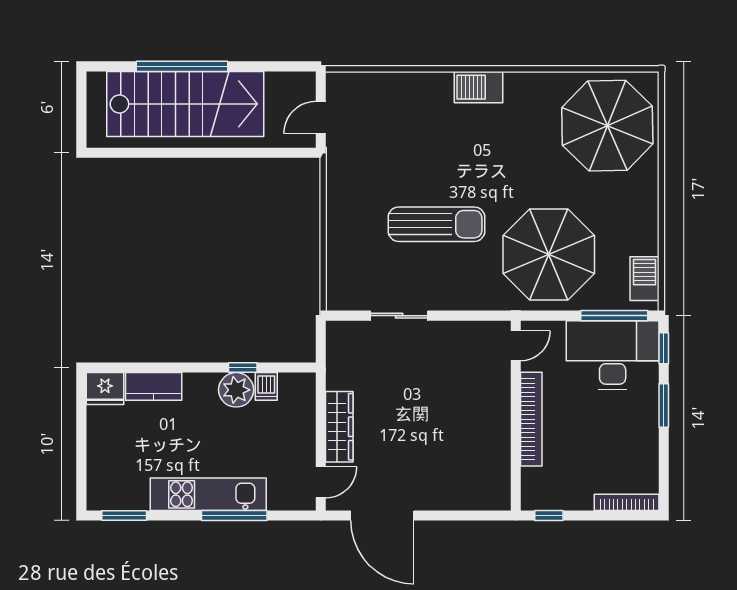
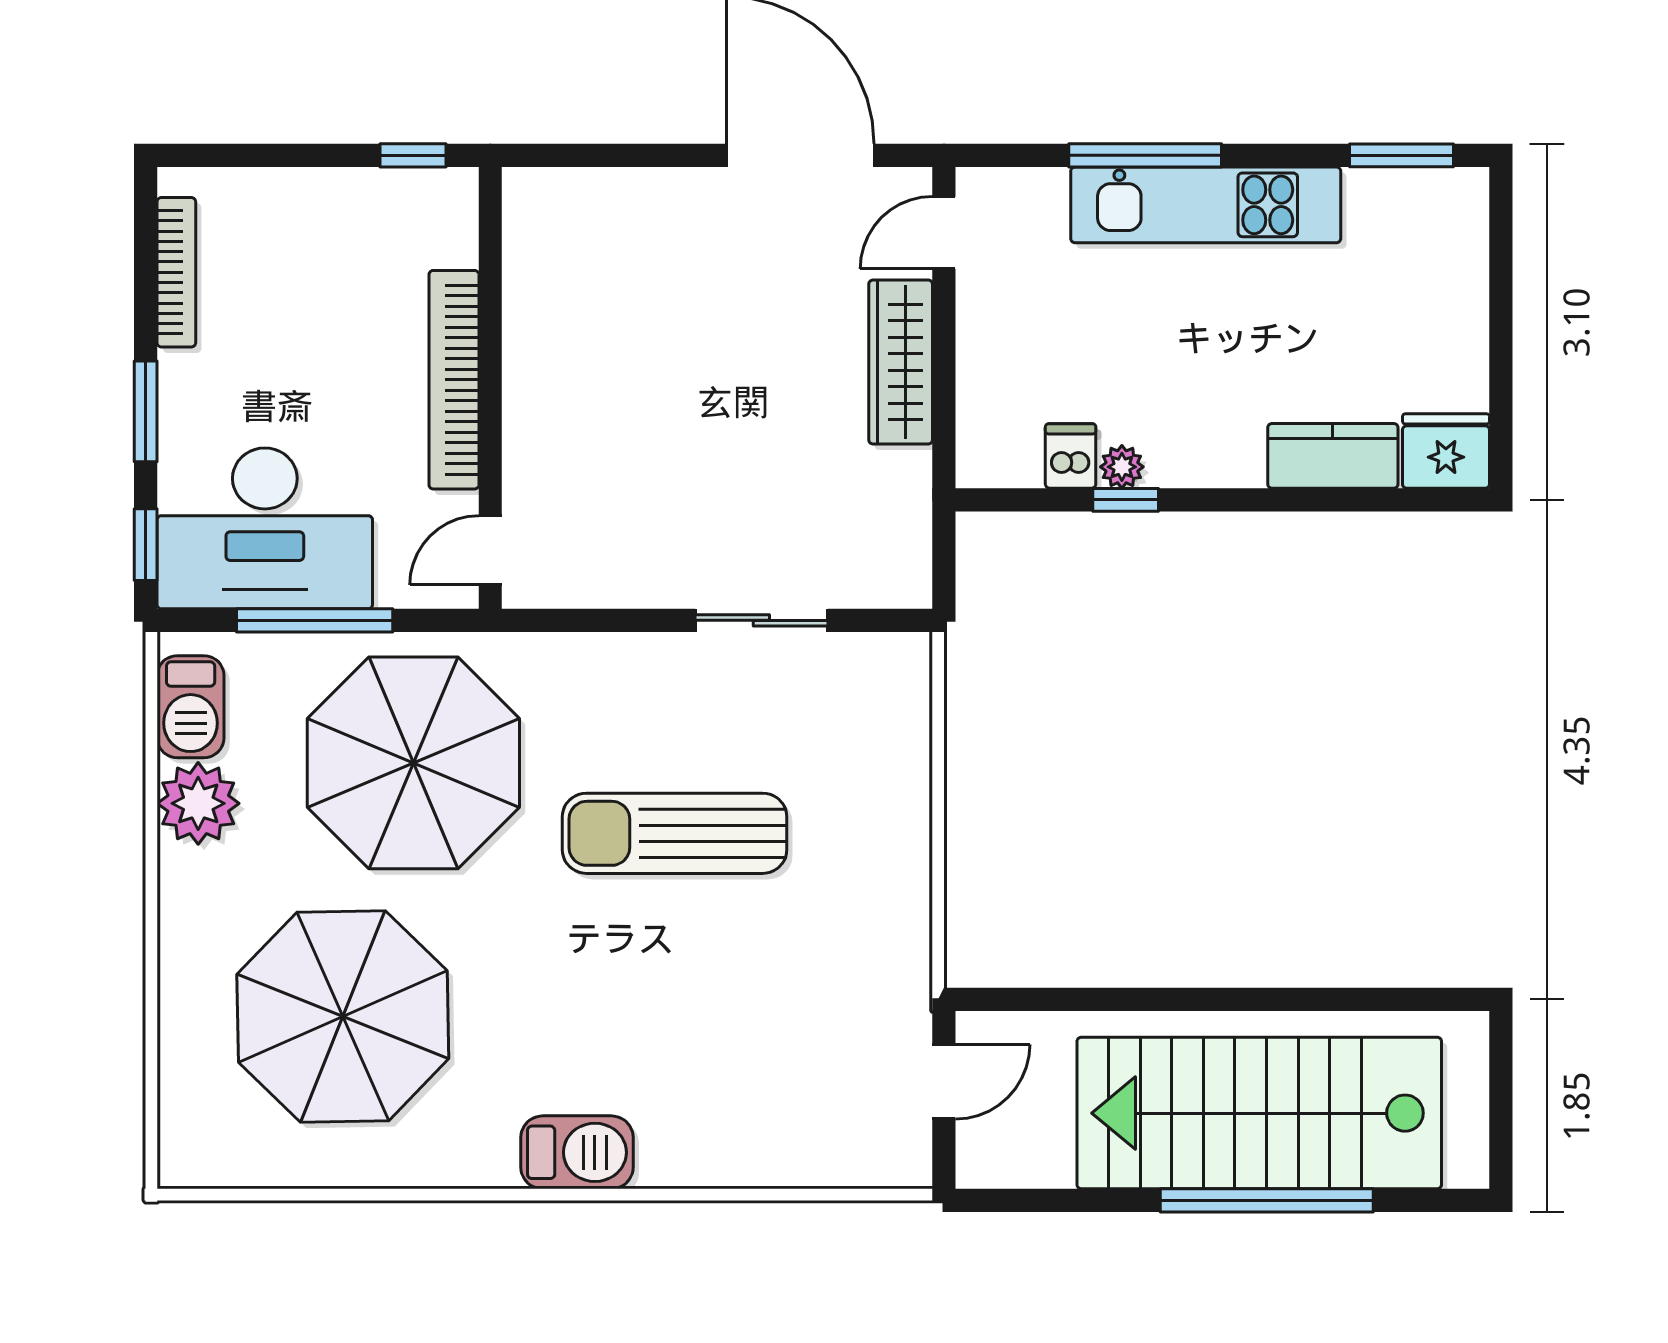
parasol: (607, 126) -> (343, 1016), moved
plant: (641, 237) -> (198, 803), added
window: (614, 316) -> (315, 620), moved
plant: (236, 390) -> (1122, 467), width x0.53, depth x0.53
bookcase: (627, 502) -> (176, 272), moved, turned -90

